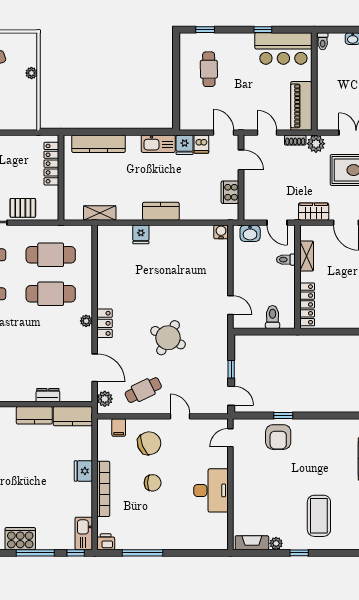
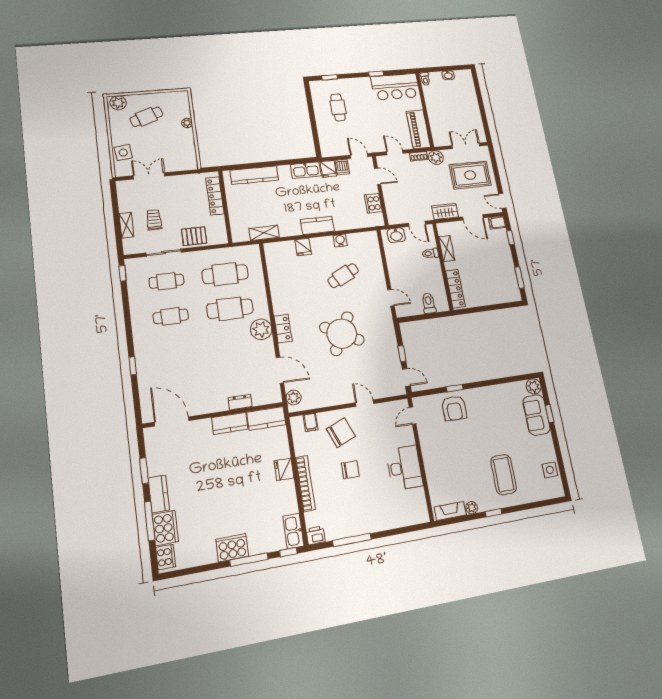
water cooler: (221, 232) -> (340, 240), moved
plant: (86, 321) -> (261, 329), width x1.88, depth x1.88
round table: (168, 338) -> (342, 334), width x1.36, depth x1.36
cafe table: (143, 390) -> (343, 276), moved

